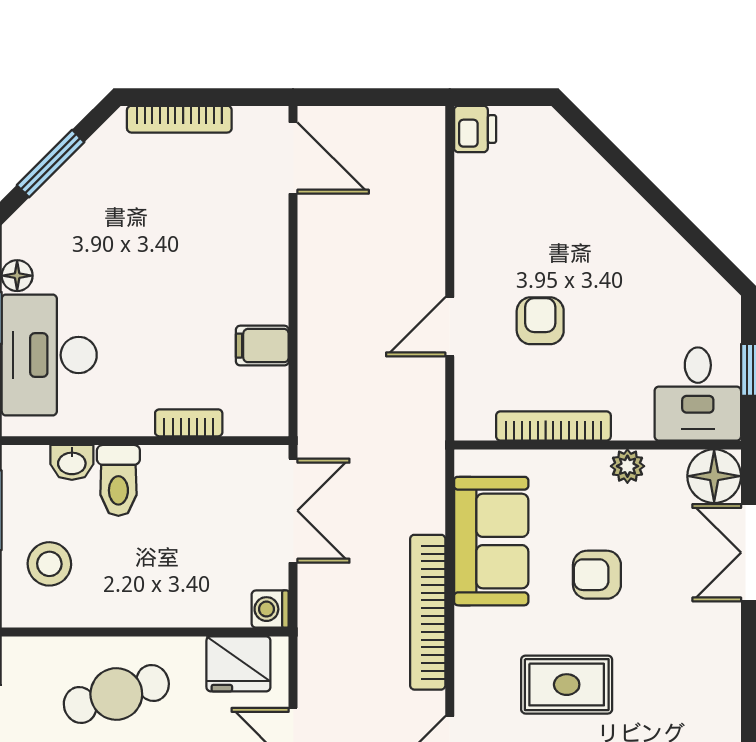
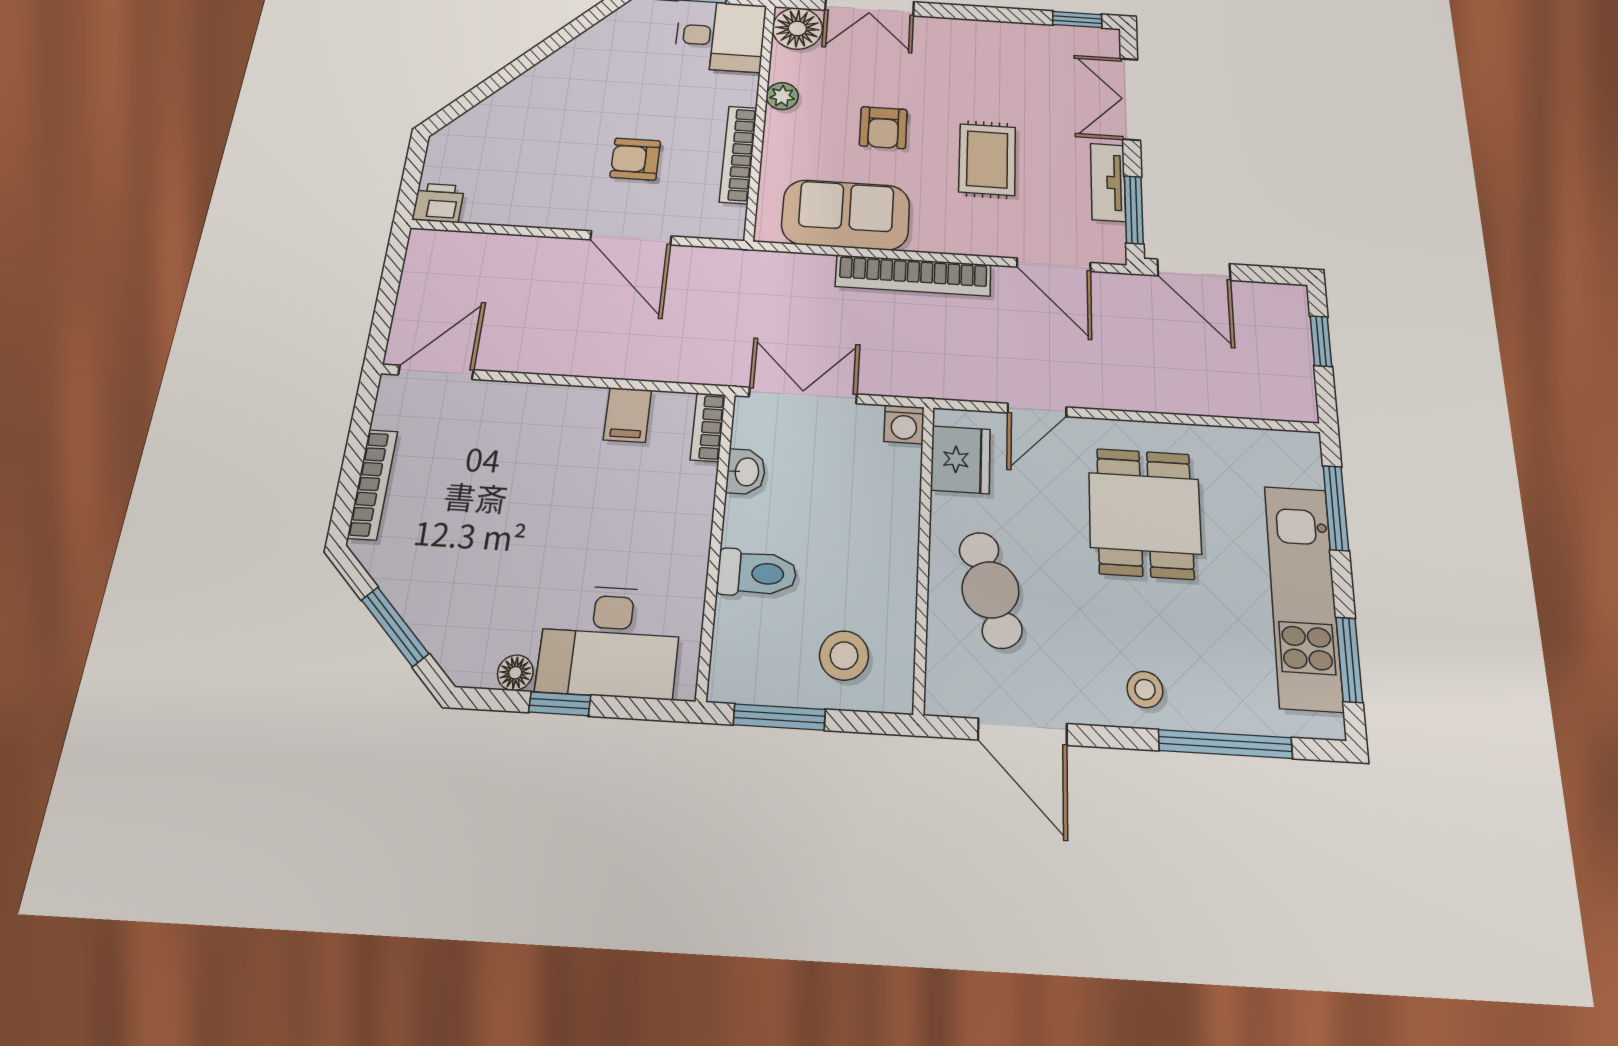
door: (450, 327) -> (631, 238), width x1.38
bookcase: (189, 423) -> (708, 427), moved
washbasin: (72, 462) -> (746, 472), moved

